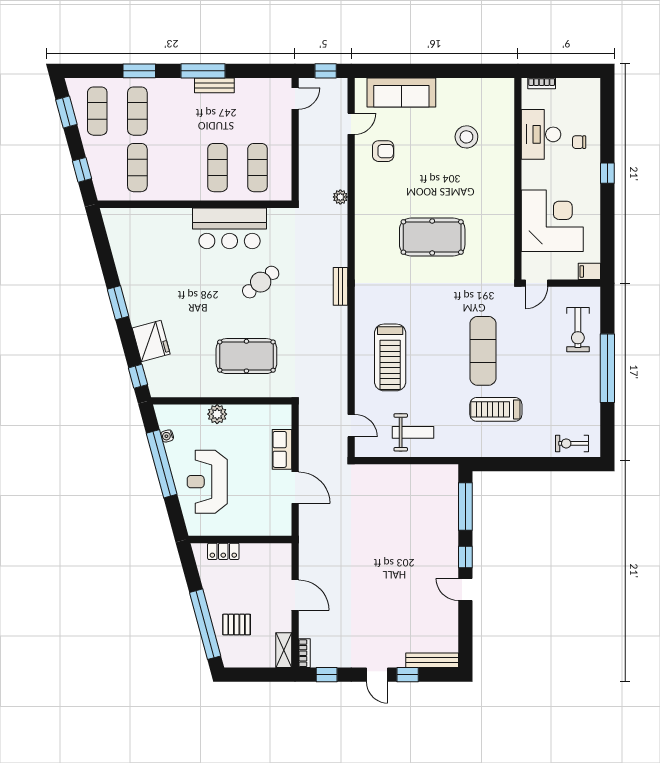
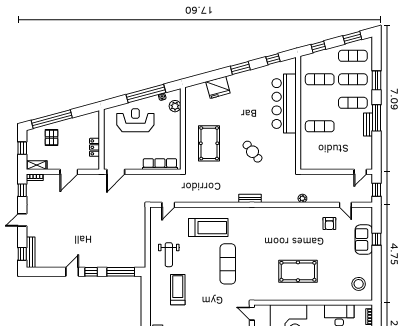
window: (410, 71) -> (376, 239), added
sofa: (401, 92) -> (364, 240), width x0.73
door: (295, 98) -> (360, 172), hinge flipped
stool: (466, 137) -> (359, 284), moved
exercise mat: (258, 168) -> (353, 103), moved
bar counter: (230, 228) -> (284, 104), moved, width x1.36
pool table: (432, 237) -> (298, 271), moved, turned 90
exercise mat: (483, 351) -> (228, 264), moved, turned 90
treadmill: (390, 357) -> (208, 228), turned 180
window: (138, 376) -> (273, 59), moved
plant: (217, 414) -> (175, 106), moved
weight bench: (413, 432) -> (169, 255), moved
row of seats: (282, 449) -> (160, 164), width x1.48
door: (295, 488) -> (116, 172), moved
locker: (223, 551) -> (95, 147), moved
window: (255, 675) -> (22, 148), added
window: (408, 675) -> (22, 254), moved

